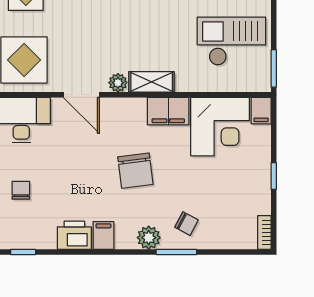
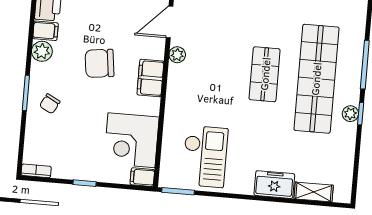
shelving: (152, 82) -> (175, 84), removed
filing cabinet: (168, 111) -> (150, 78), moved
plant: (149, 238) -> (42, 51), moved

